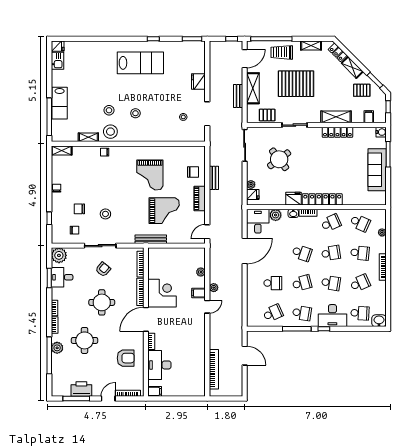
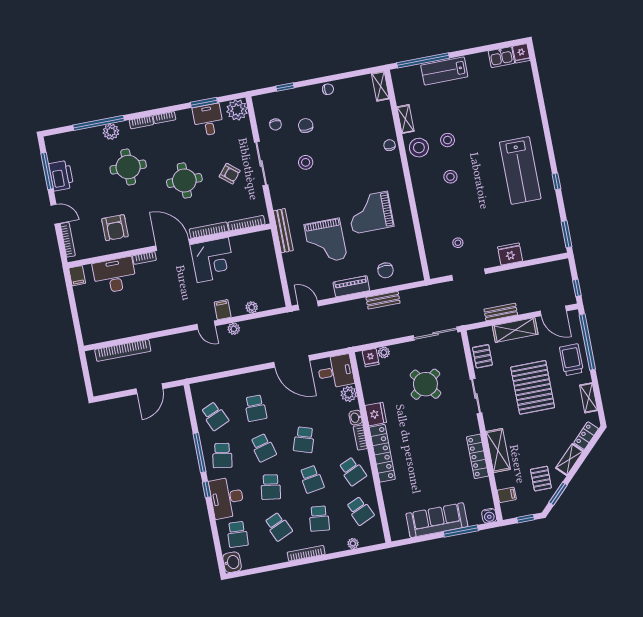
school desk: (360, 223) -> (360, 511), turned -48

